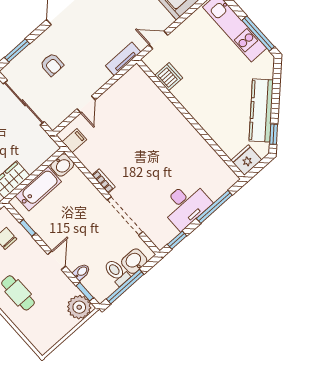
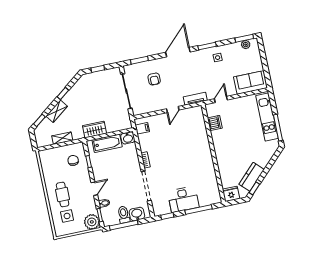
door: (158, 40) -> (221, 99), hinge flipped
door: (86, 104) -> (173, 109), moved
kitchen counter: (261, 110) -> (252, 177), width x0.67
side table: (41, 319) -> (67, 216), added

